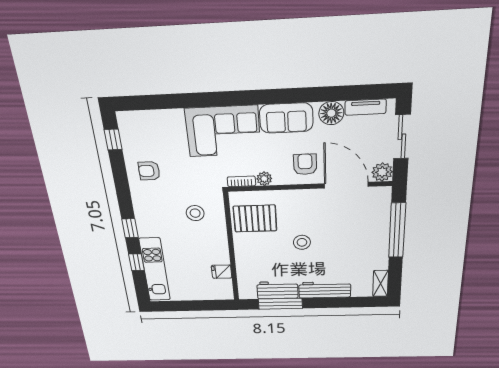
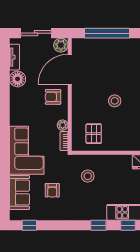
sofa: (286, 118) -> (20, 192), moved
armchair: (149, 171) -> (52, 190), moved
pallet: (255, 219) -> (94, 134), width x0.67, depth x0.71

